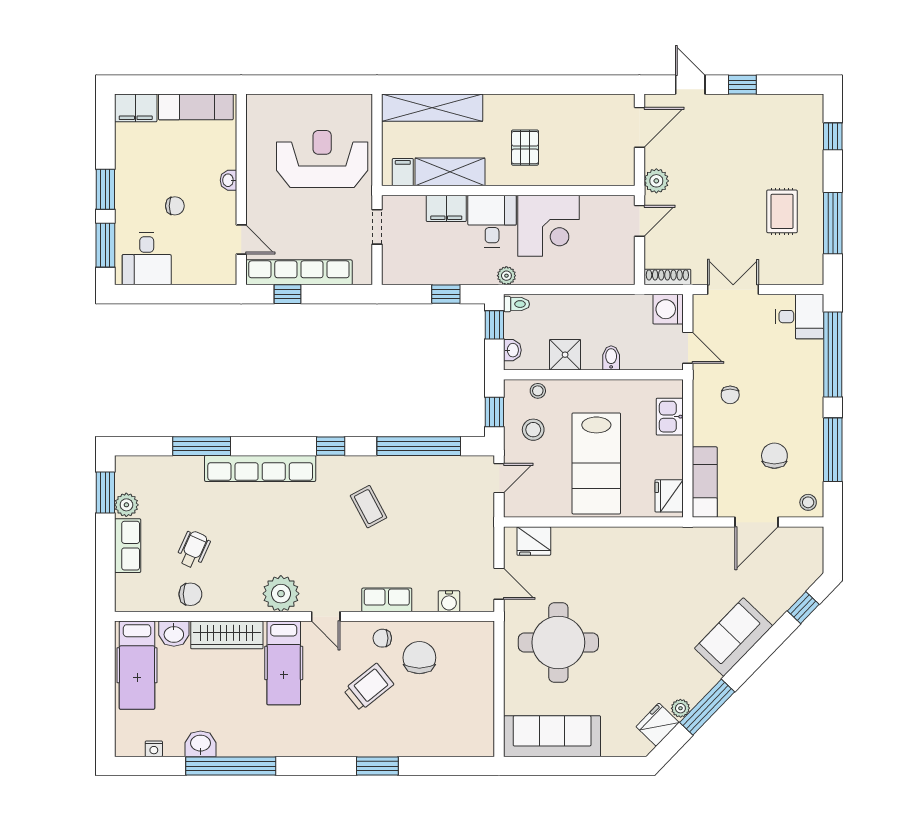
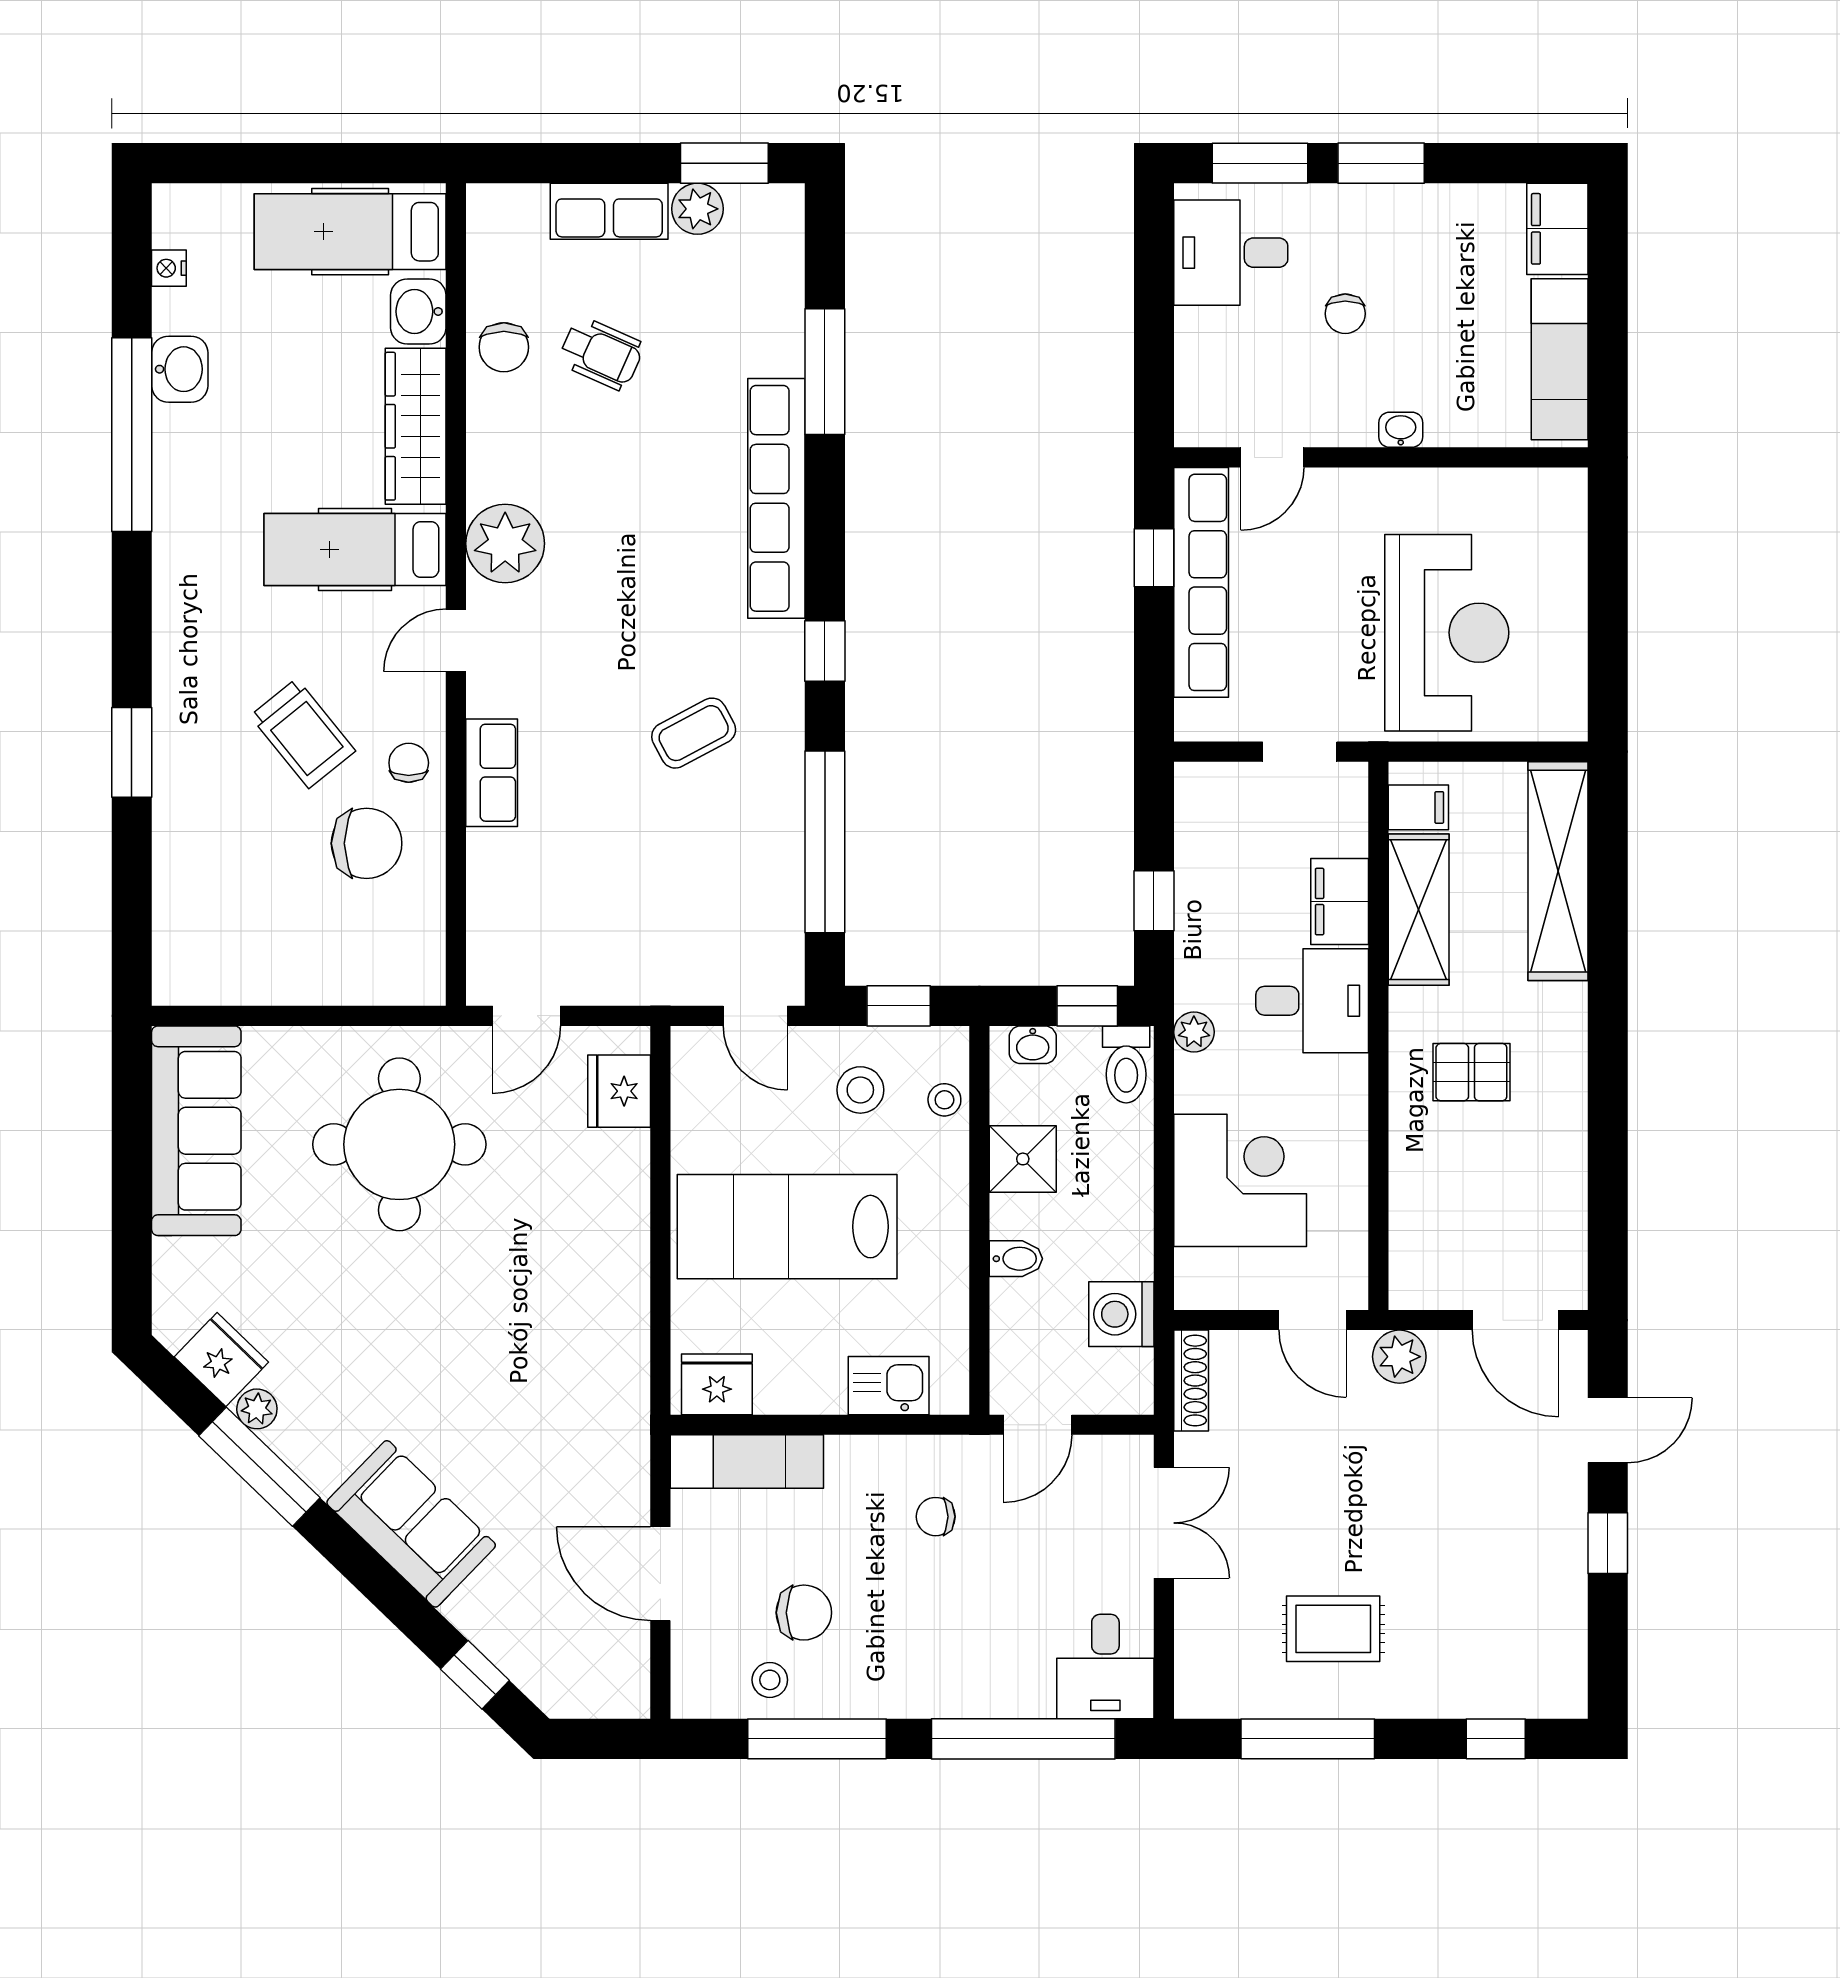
corner desk: (549, 226) -> (1240, 1180), moved, turned 180
toilet: (516, 304) -> (1126, 1064), width x1.37, depth x1.39
washing machine: (668, 309) -> (1121, 1314), moved, turned -90
stool: (808, 502) -> (770, 1680), moved
water cooler: (449, 601) -> (489, 907), removed

